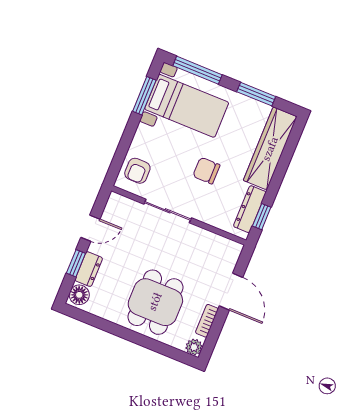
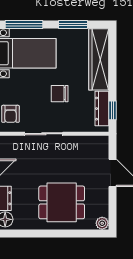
dining table: (155, 302) -> (62, 202), turned 90
bookcase: (207, 321) -> (104, 201), removed

